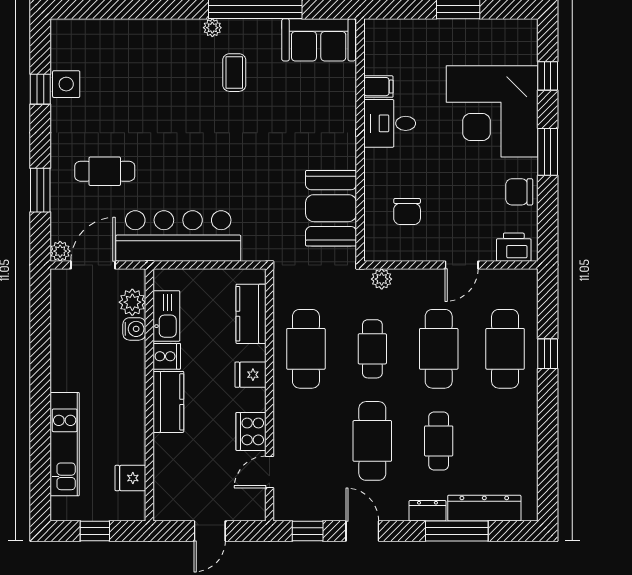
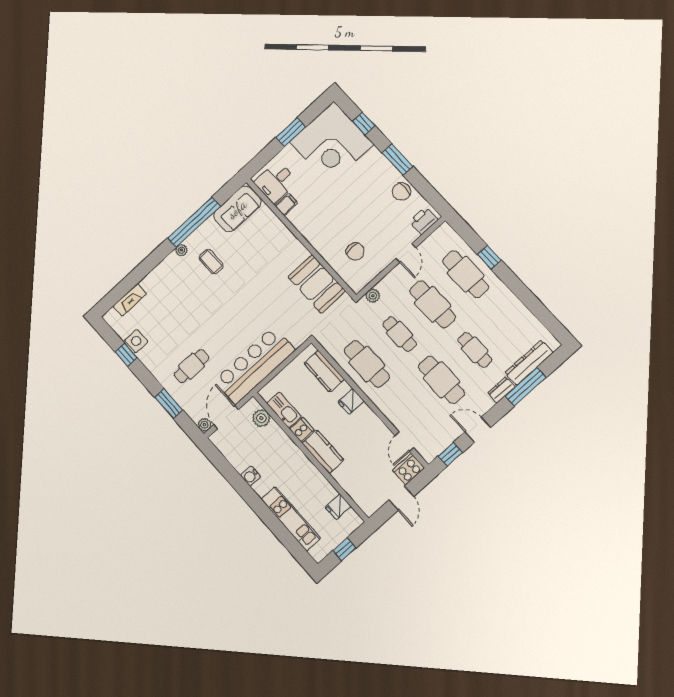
fireplace: (101, 30) -> (130, 300), added
corner desk: (492, 111) -> (332, 143), moved
desk: (390, 123) -> (276, 182), moved
water cooler: (134, 329) -> (251, 476), moved, turned 180
cooker: (251, 431) -> (409, 469), moved, turned 90

